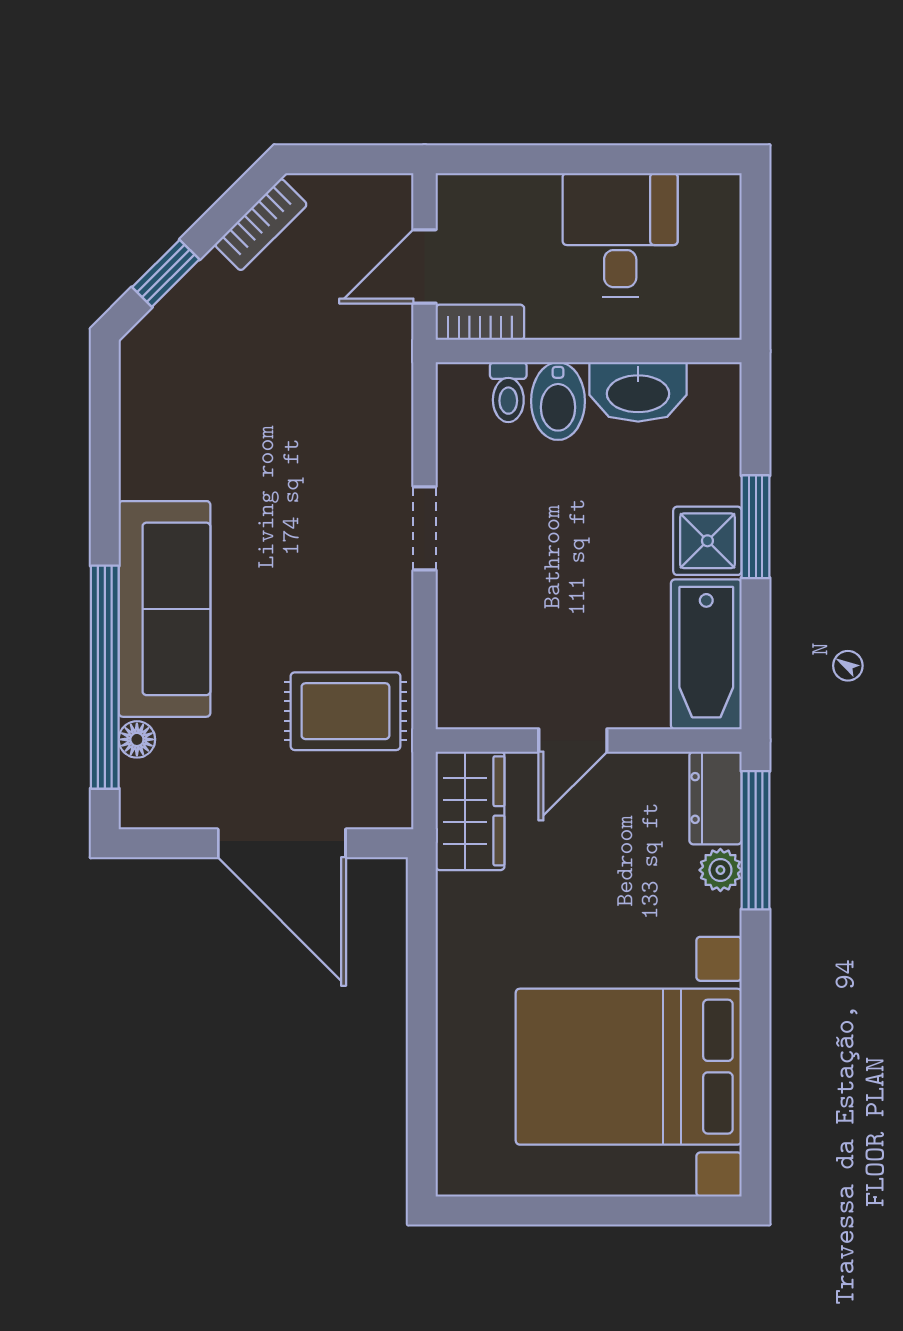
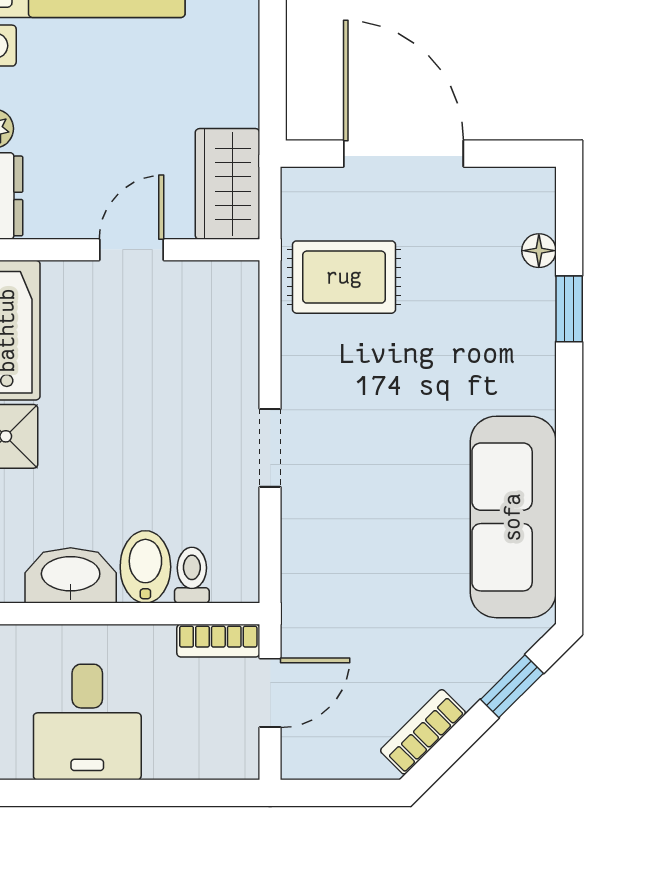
sofa: (165, 609) -> (513, 517), moved
window: (105, 677) -> (569, 309), width x0.32

